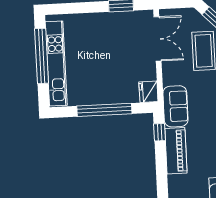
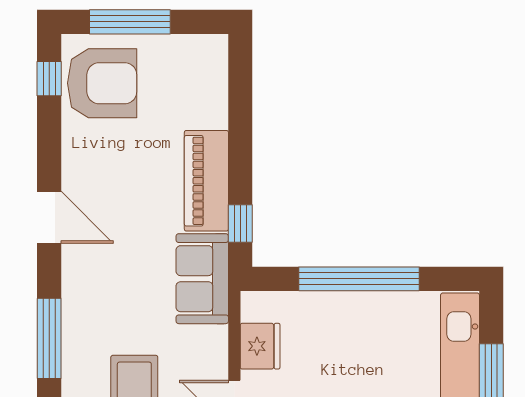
fridge: (148, 92) -> (260, 346), moved

